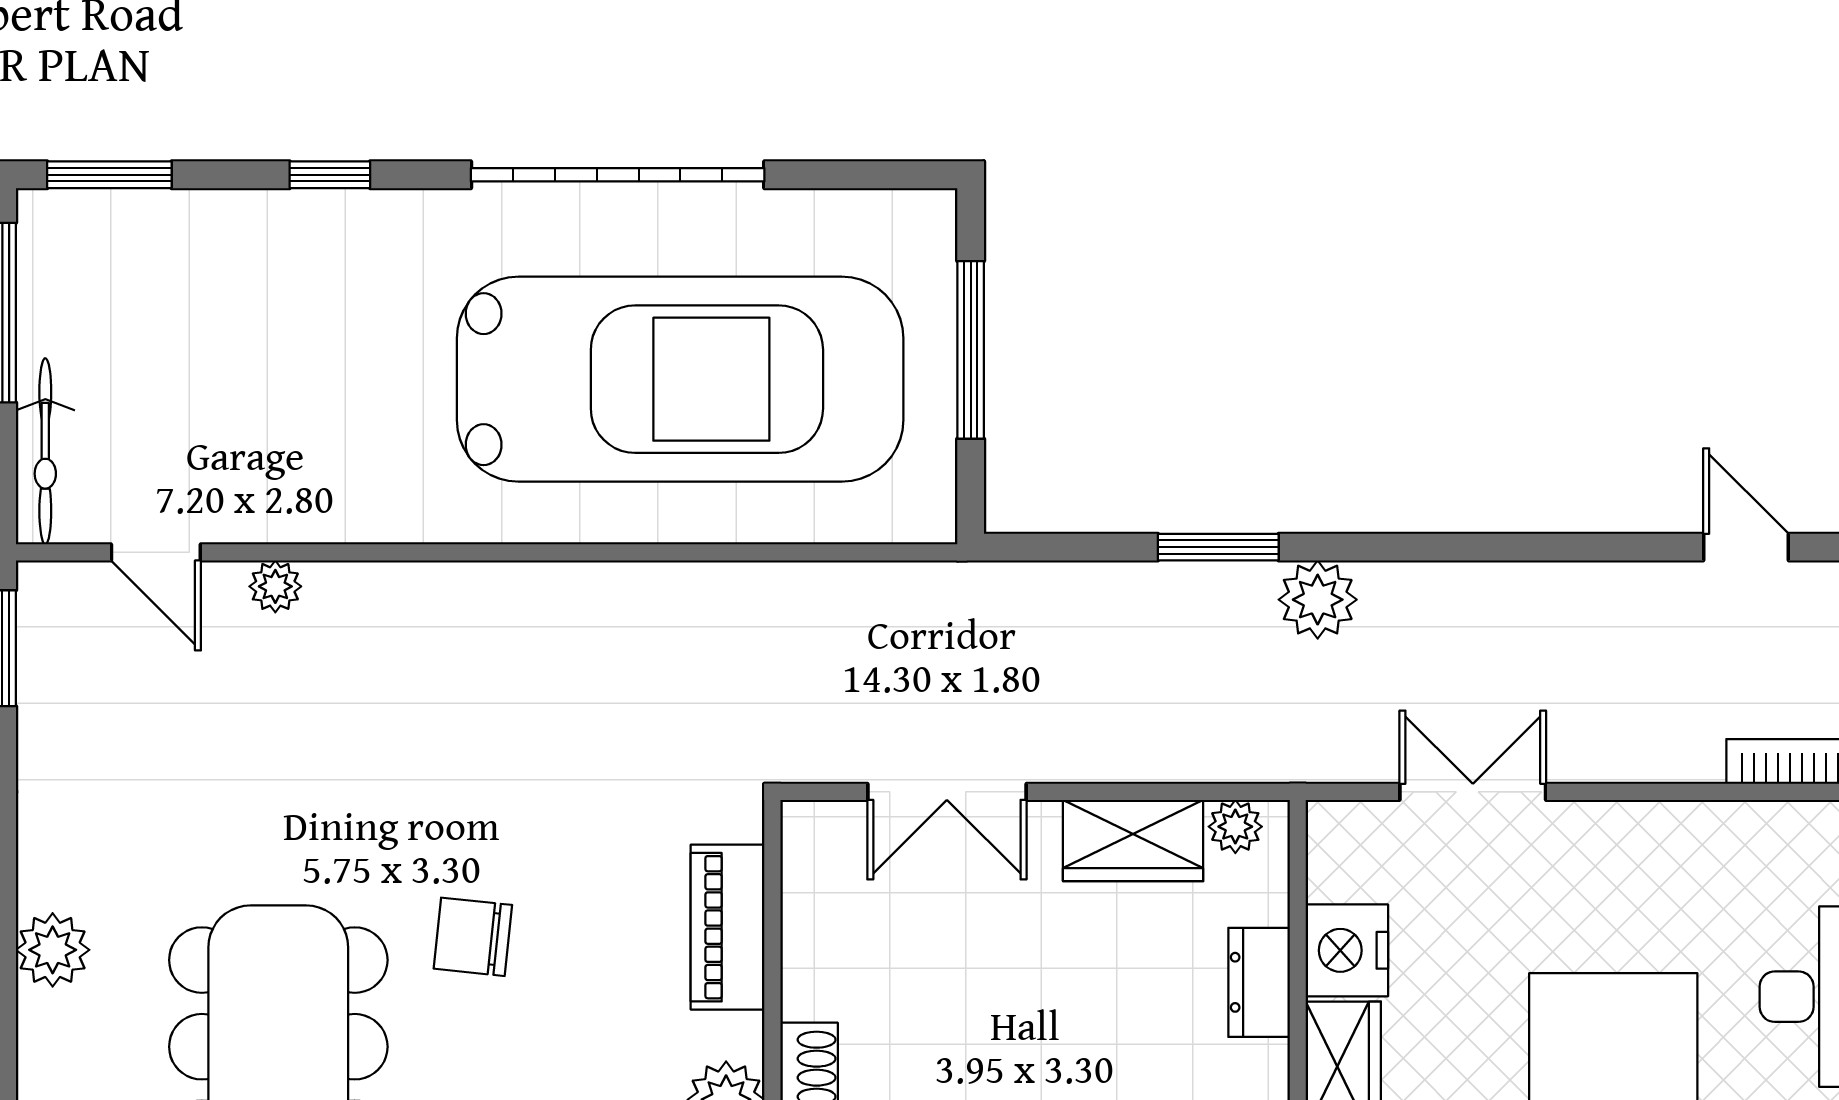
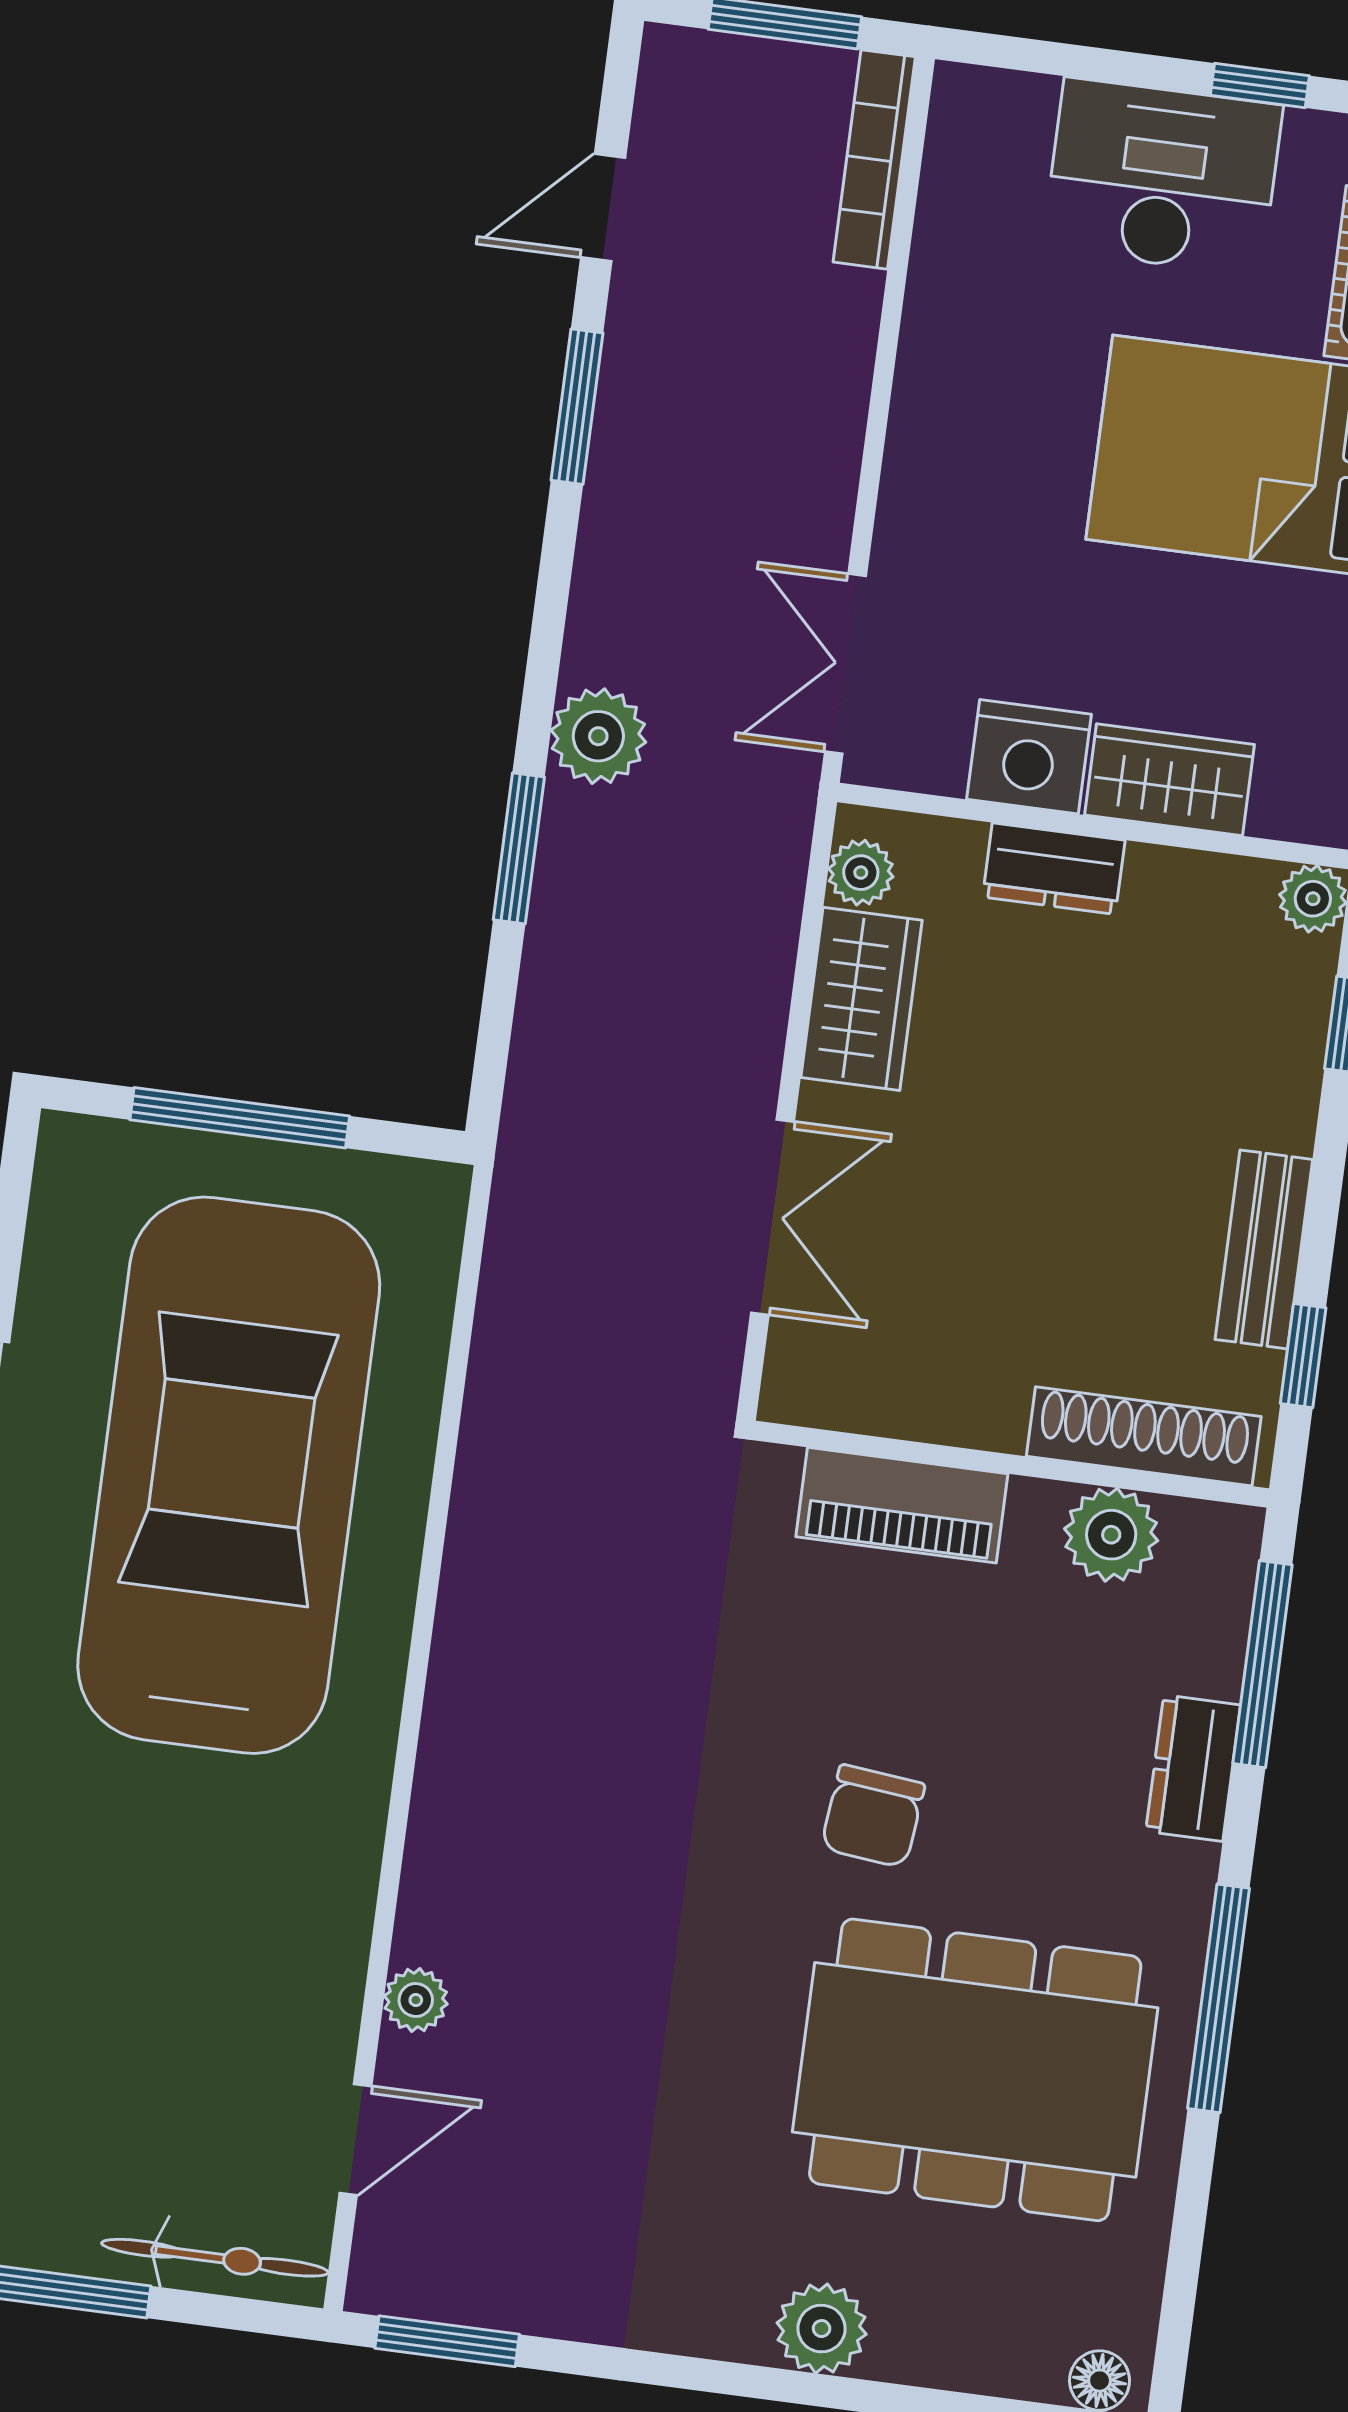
window: (1582, 547) -> (577, 407), added
double door: (1473, 792) -> (845, 664), moved

